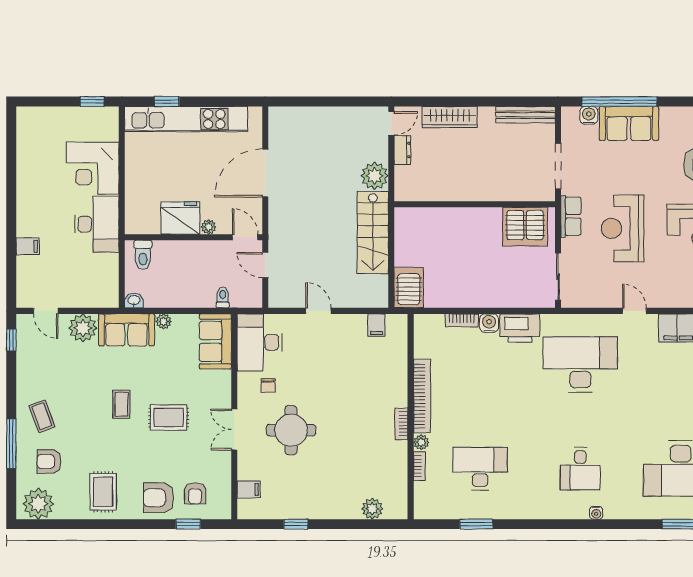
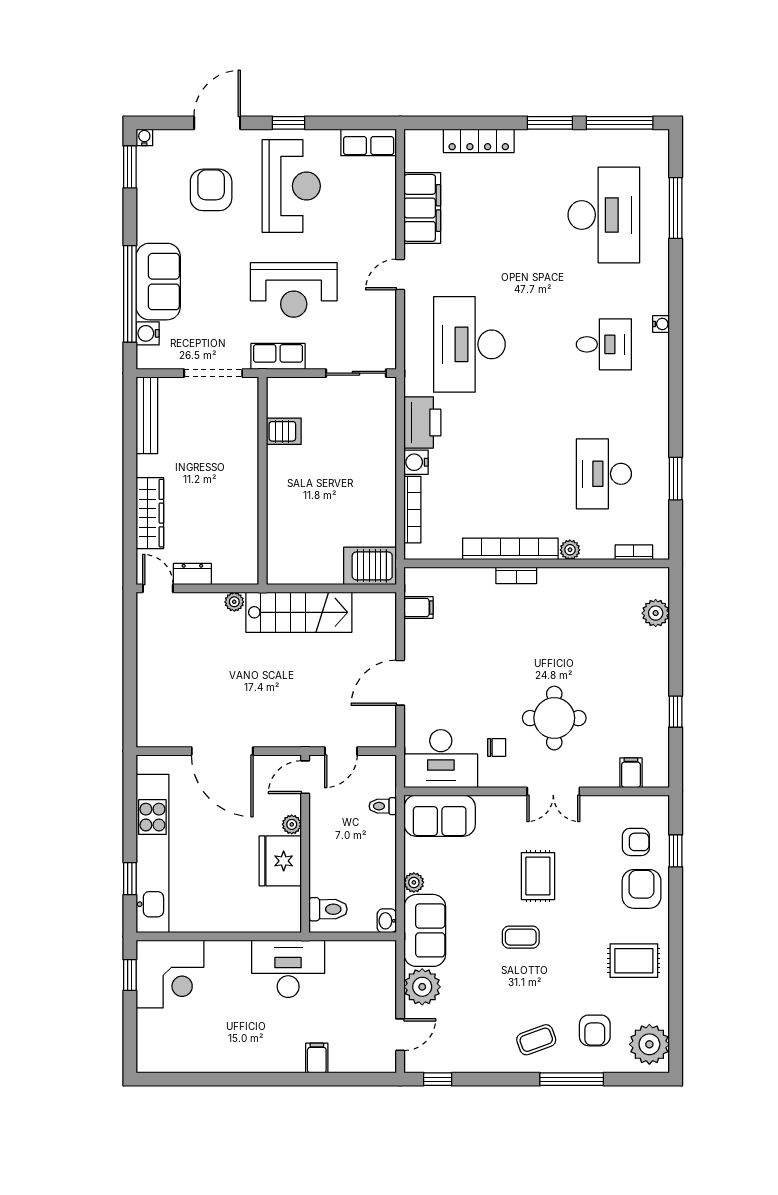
corner desk: (93, 168) -> (170, 974), moved
plant: (375, 176) -> (234, 602), width x0.53, depth x0.53
server rack: (525, 227) -> (284, 431), width x0.46, depth x0.70
door: (318, 311) -> (400, 683), width x1.38
bookcase: (462, 320) -> (412, 510), width x1.56
bookcase: (401, 424) -> (516, 575), moved
bookcase: (419, 466) -> (634, 552), moved
armchair: (159, 498) -> (642, 889), turned 180

